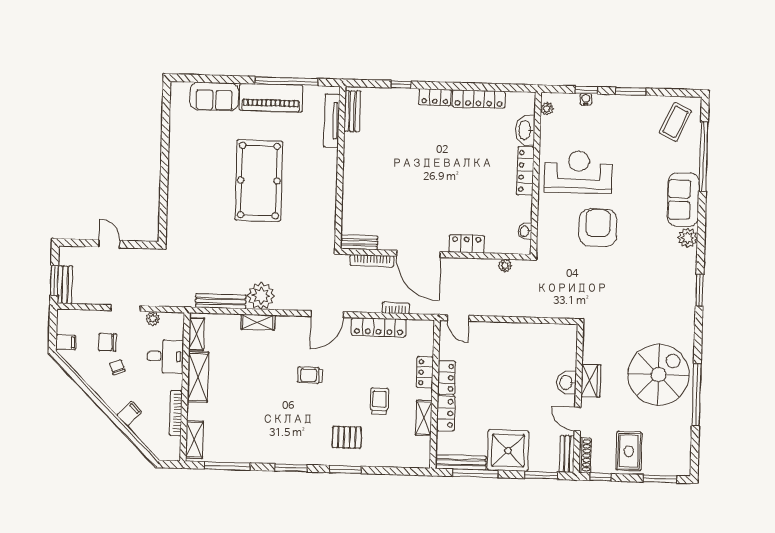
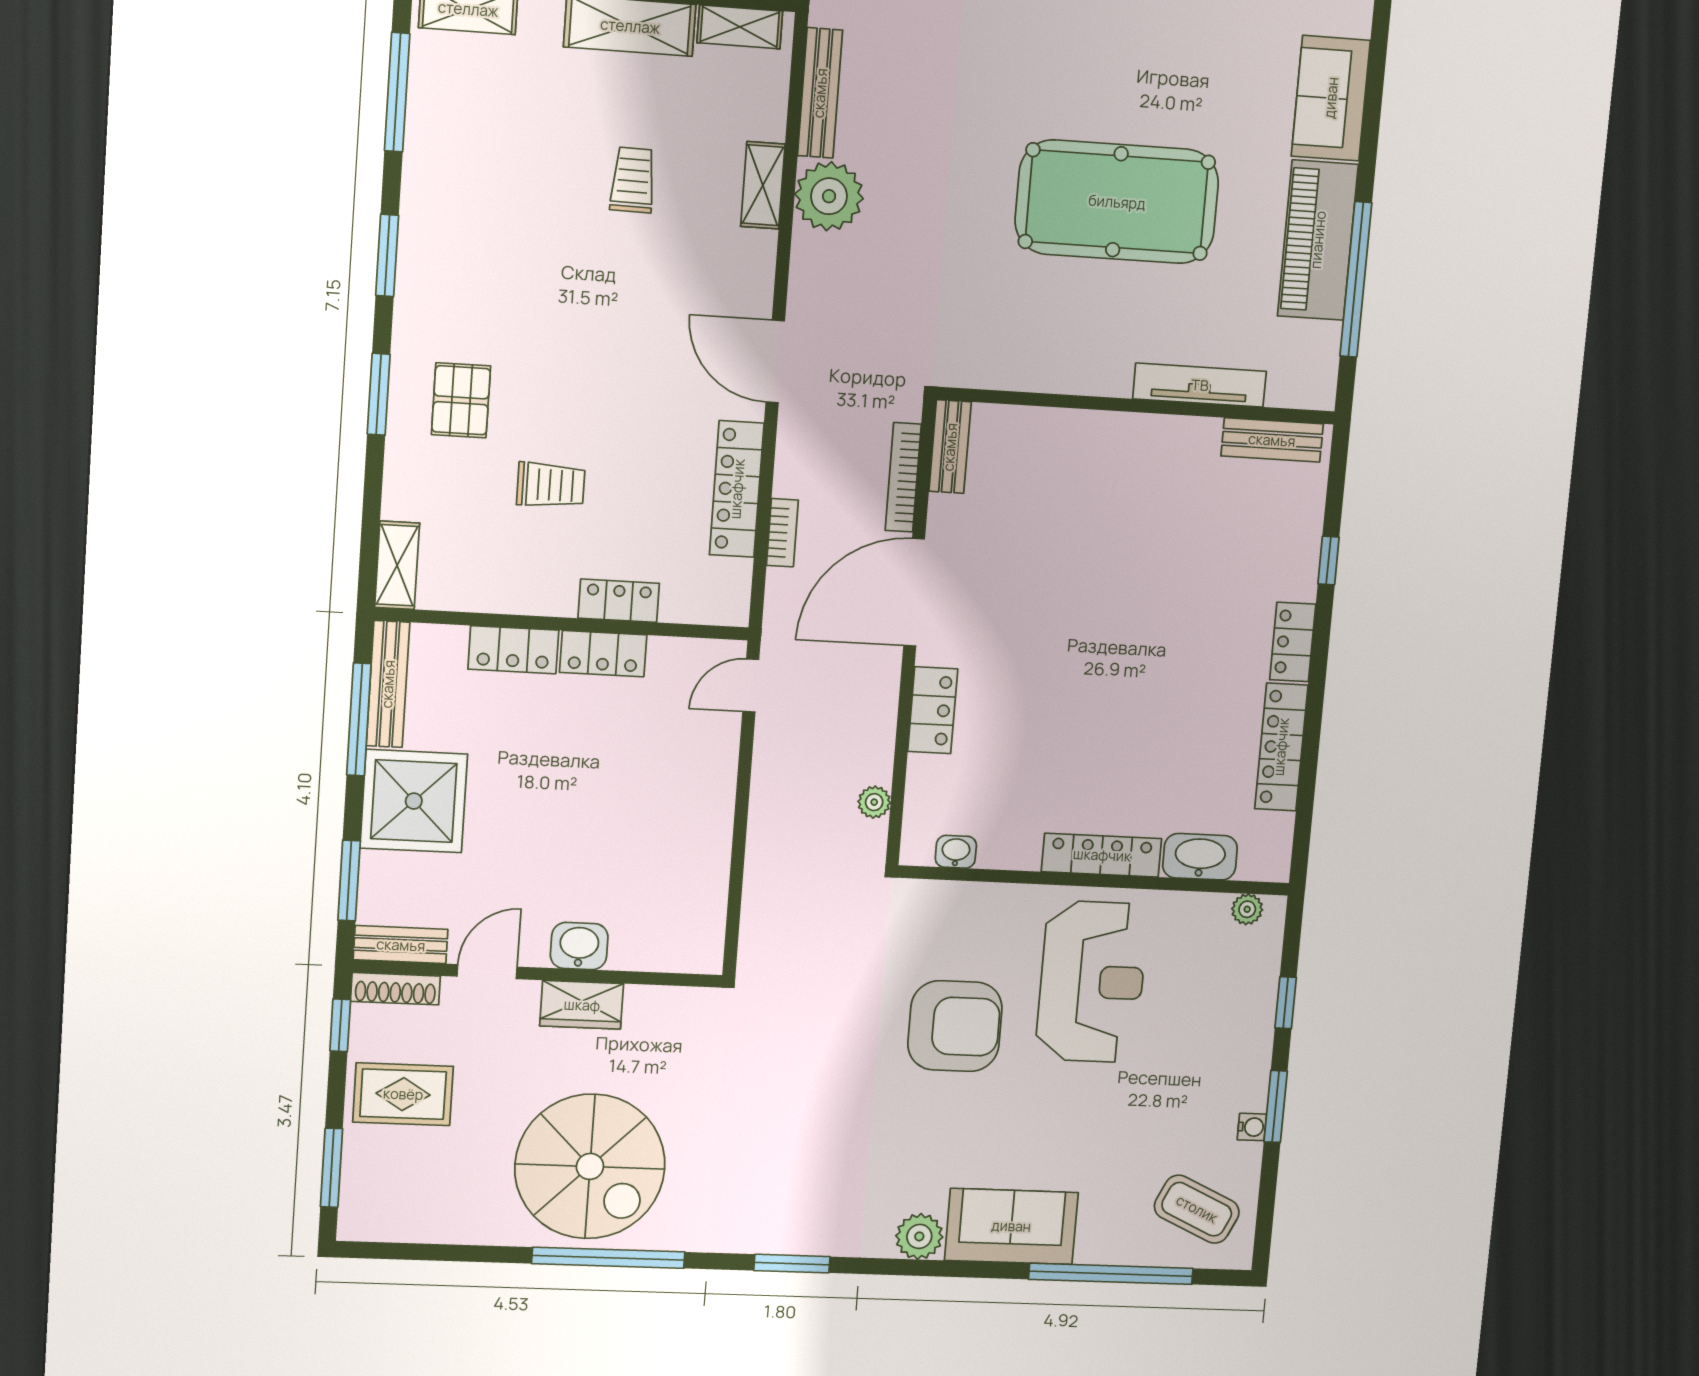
water cooler: (586, 99) -> (1252, 1127), moved
tv unit: (332, 121) -> (1200, 385), moved
trolley: (310, 375) -> (633, 180), moved
window: (696, 395) -> (608, 1258), moved
shelving: (424, 418) -> (397, 565), moved, turned 90

